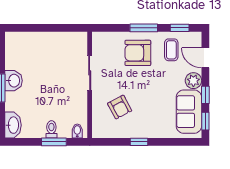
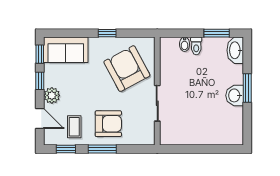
armchair: (120, 107) -> (127, 69), width x1.88, depth x1.88
sofa: (189, 112) -> (66, 50), moved, turned 90
bidet: (77, 131) -> (185, 44), moved
window: (54, 142) -> (217, 33), moved

